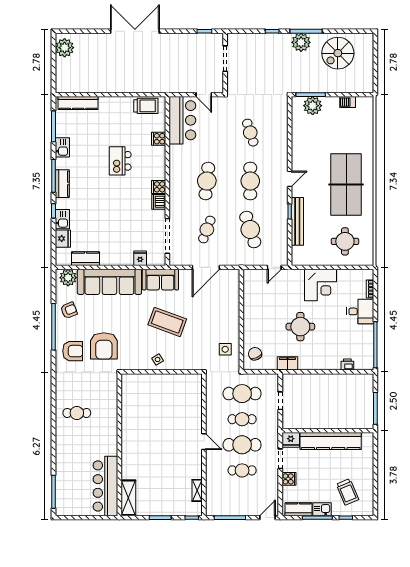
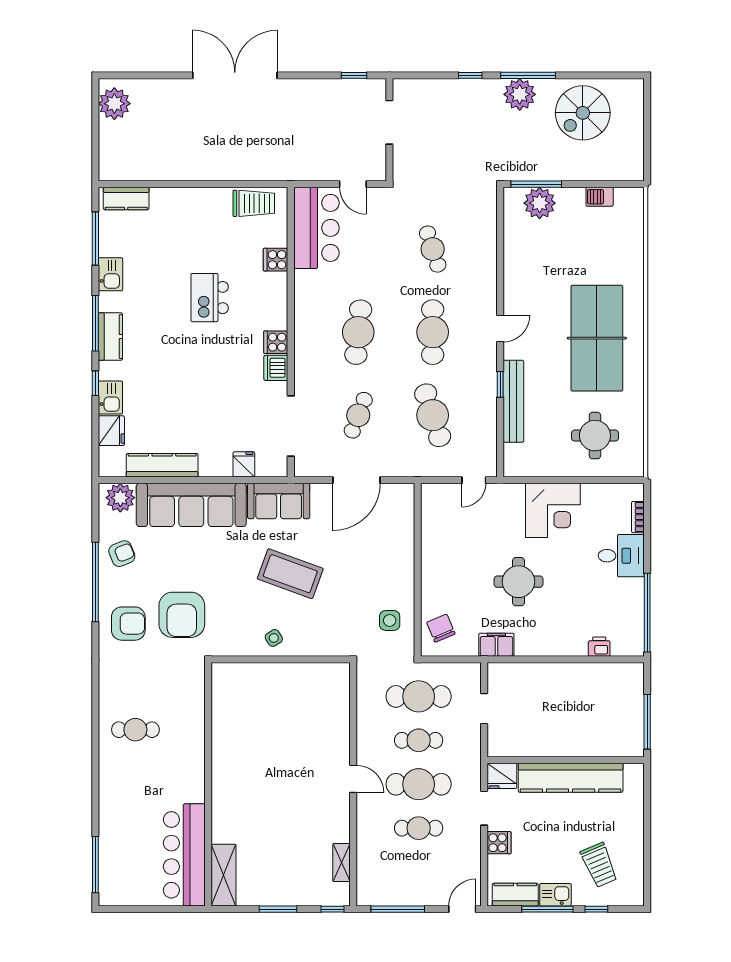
kitchen counter: (78, 103) -> (126, 199), width x0.67
kitchen counter: (85, 259) -> (162, 465), width x1.50

